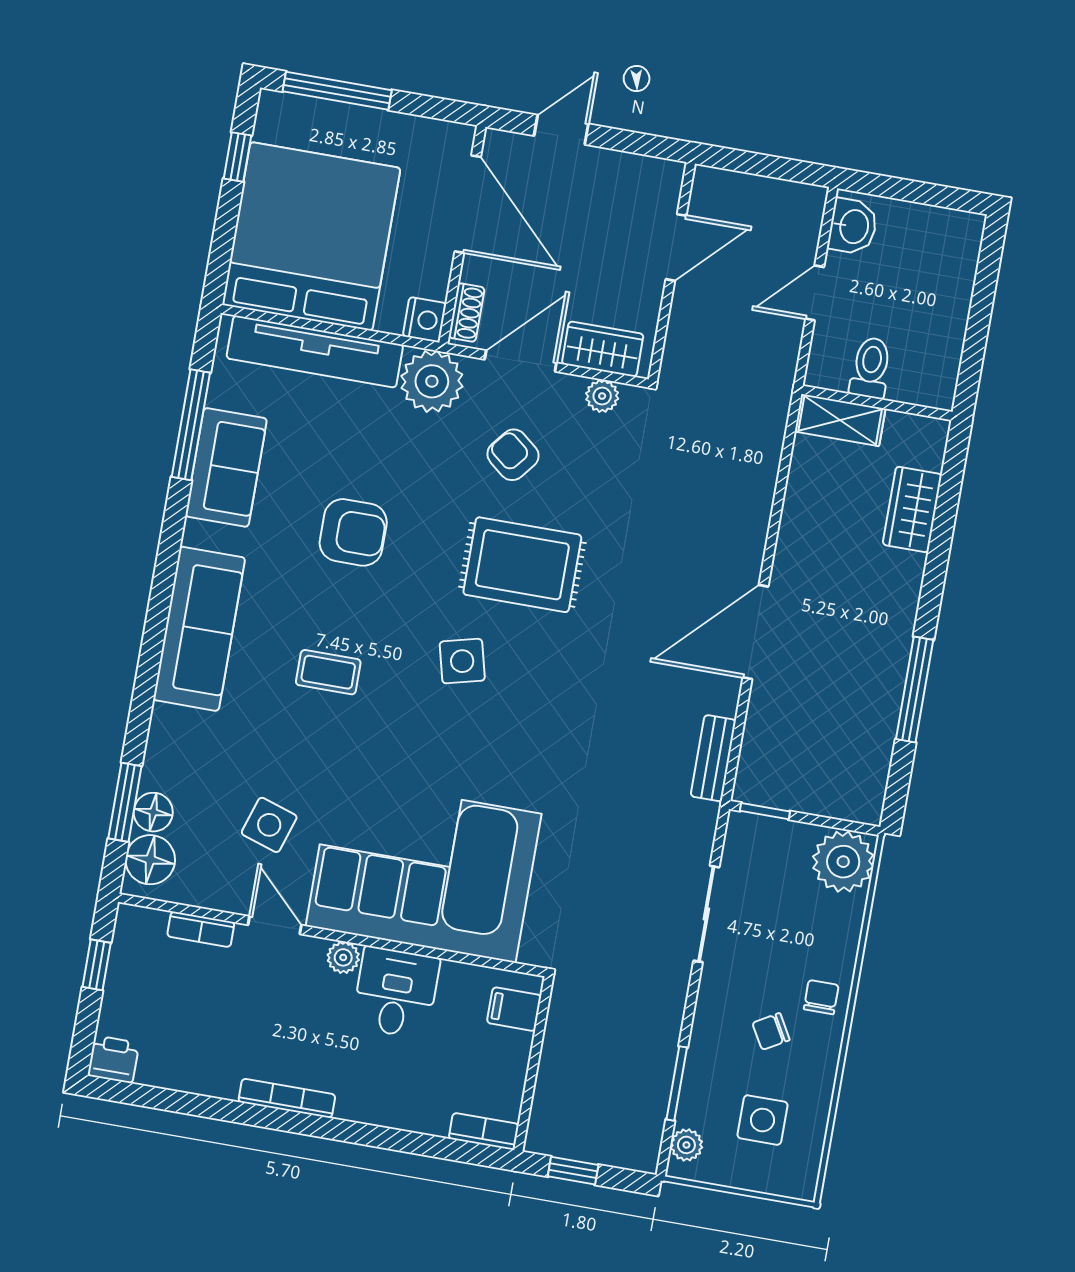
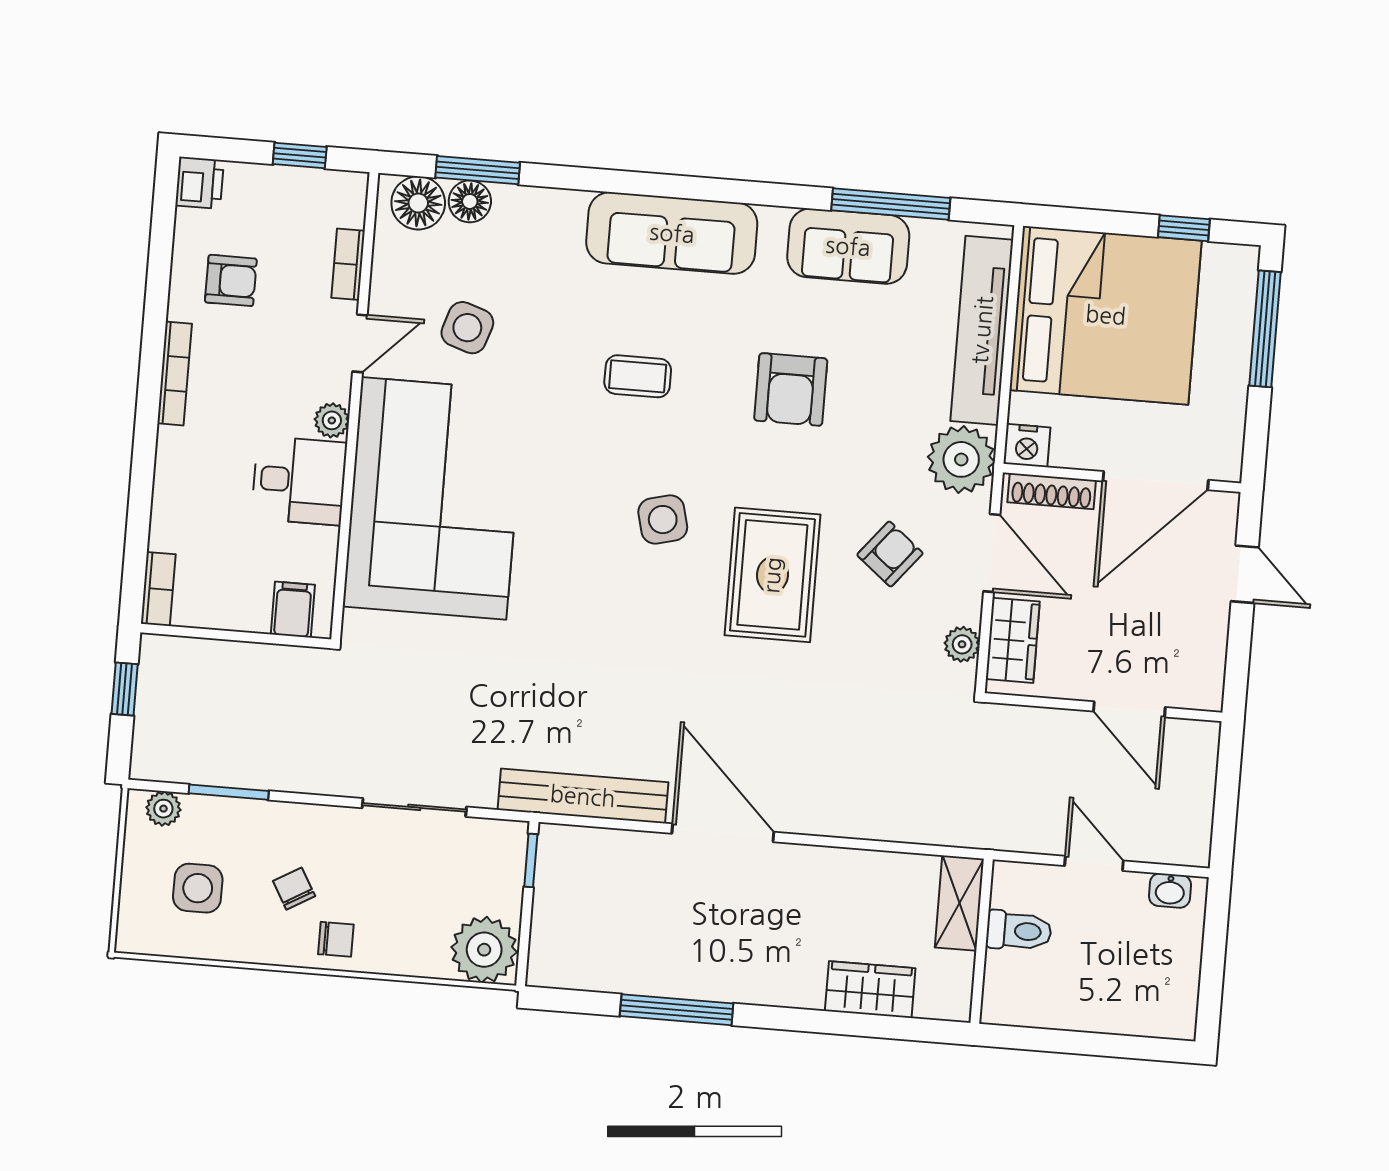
washbasin: (853, 226) -> (1170, 890), width x0.72, depth x0.69
shoe rack: (467, 313) -> (1052, 491), width x1.43
coffee table: (328, 672) -> (638, 376), turned 90
bench: (713, 758) -> (583, 796), width x1.86, depth x1.21
armchair: (206, 1039) -> (231, 280), added

